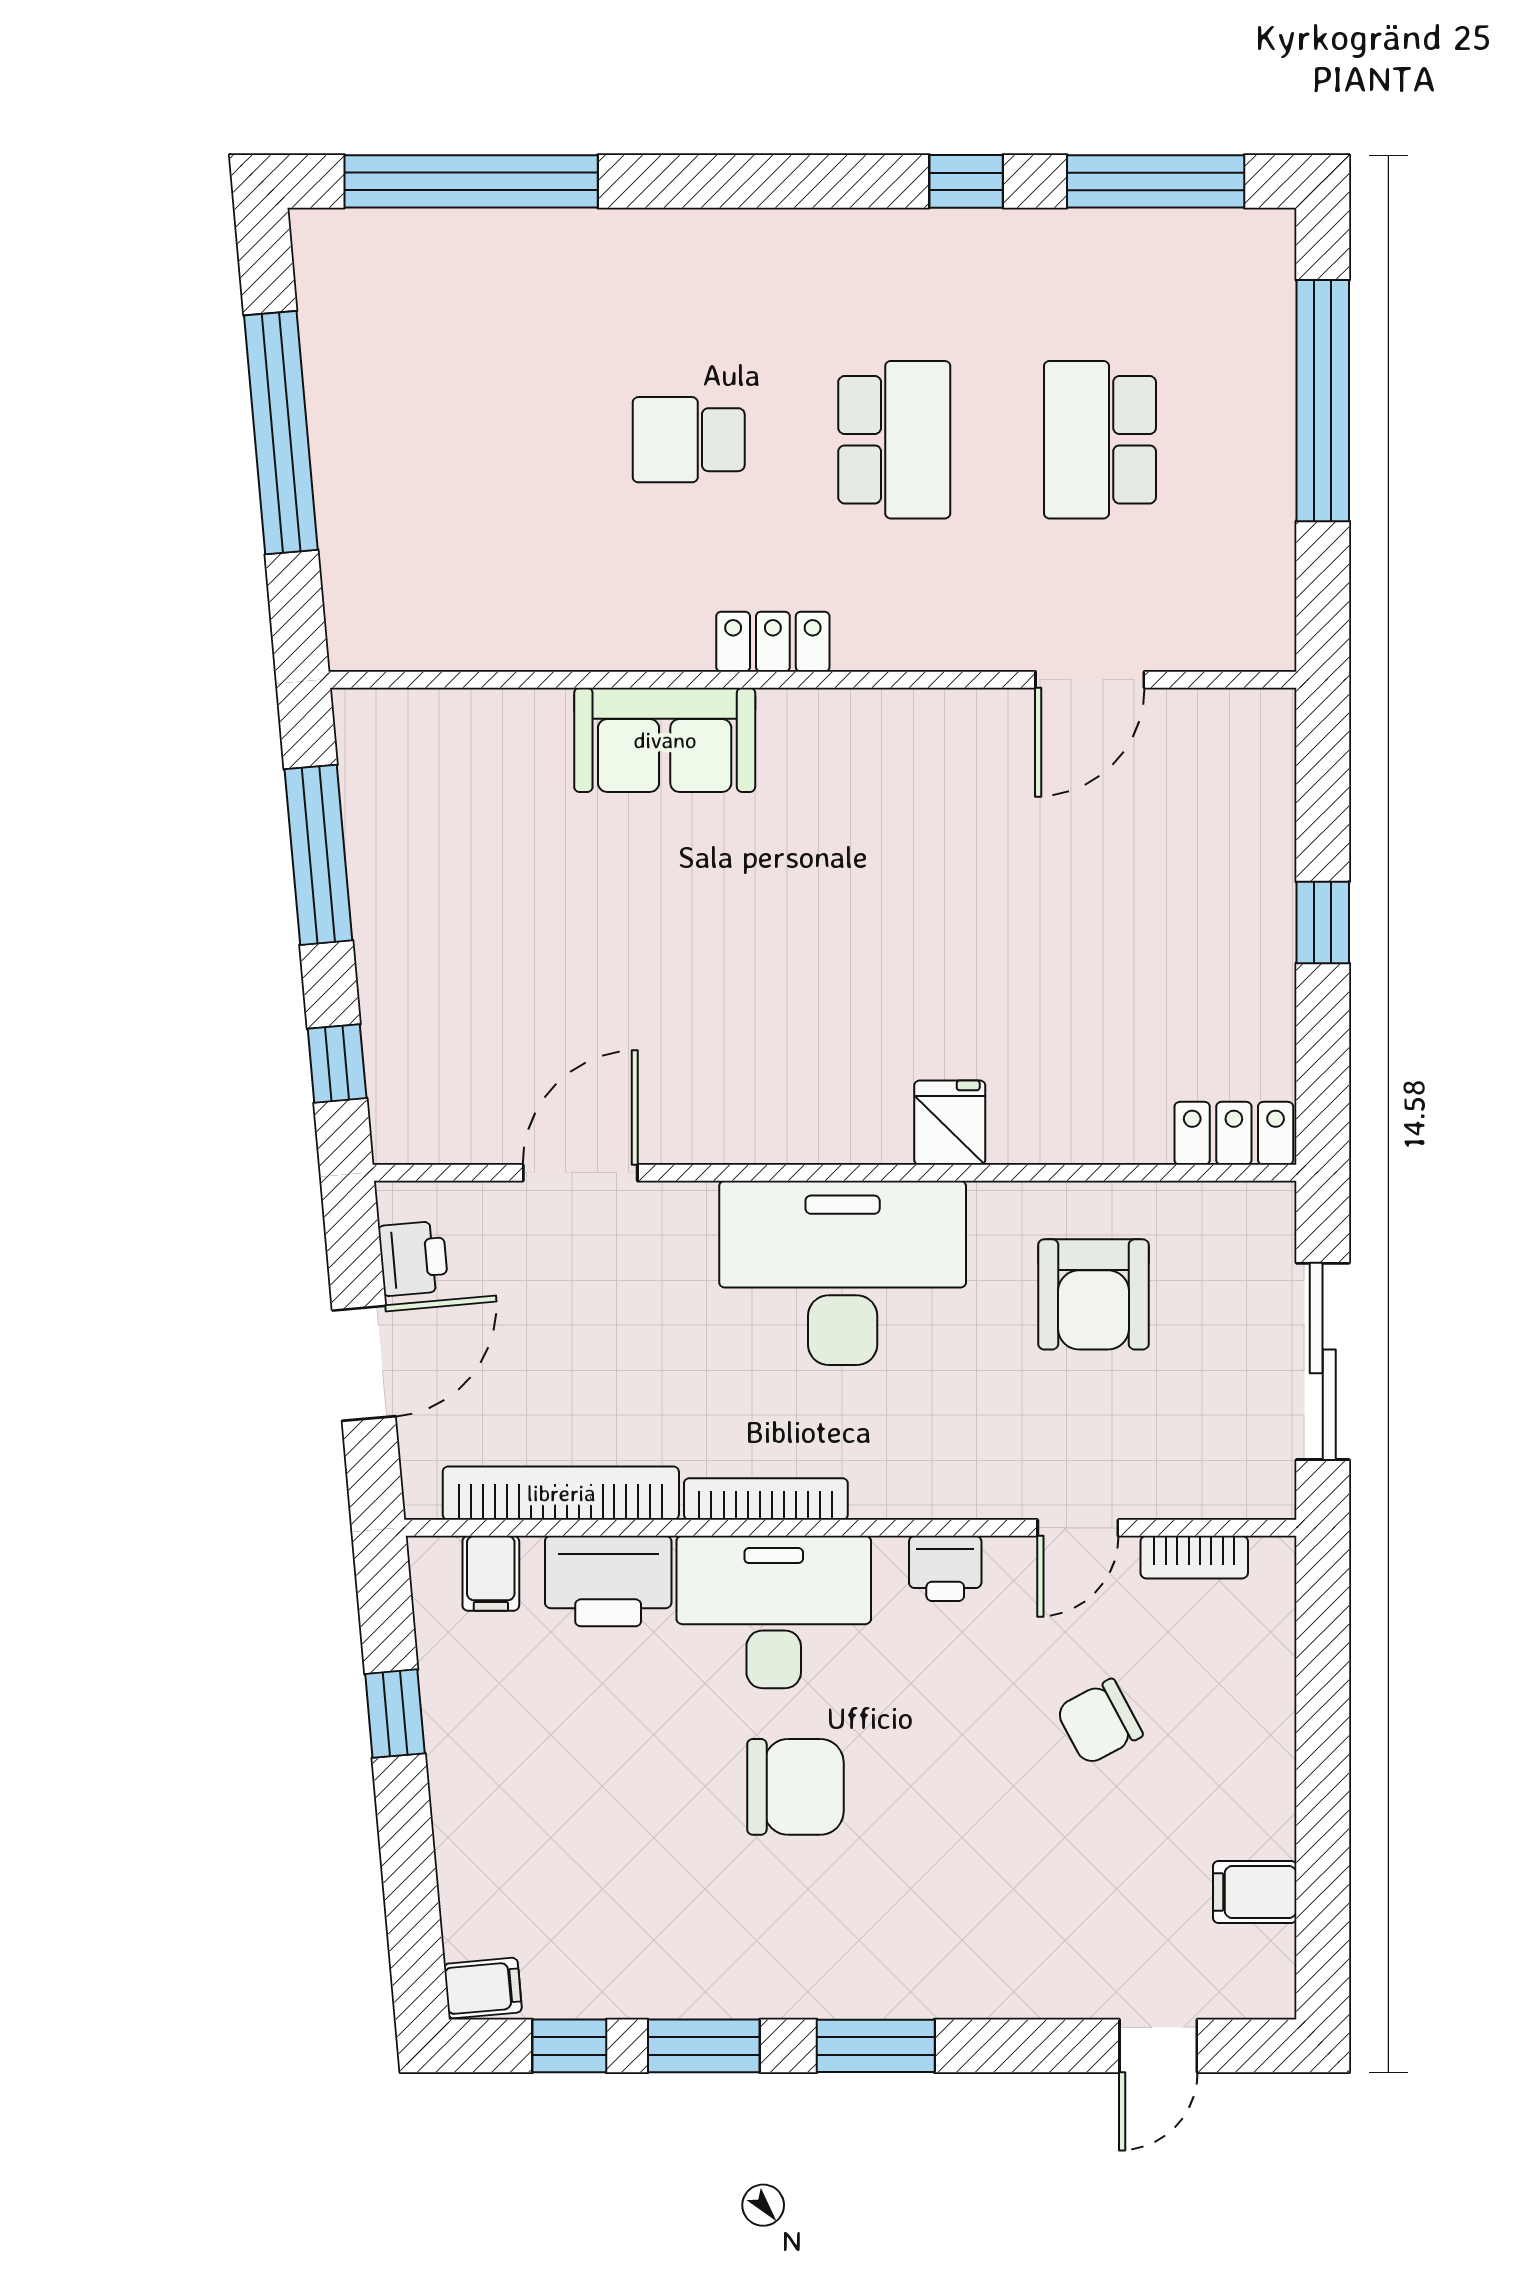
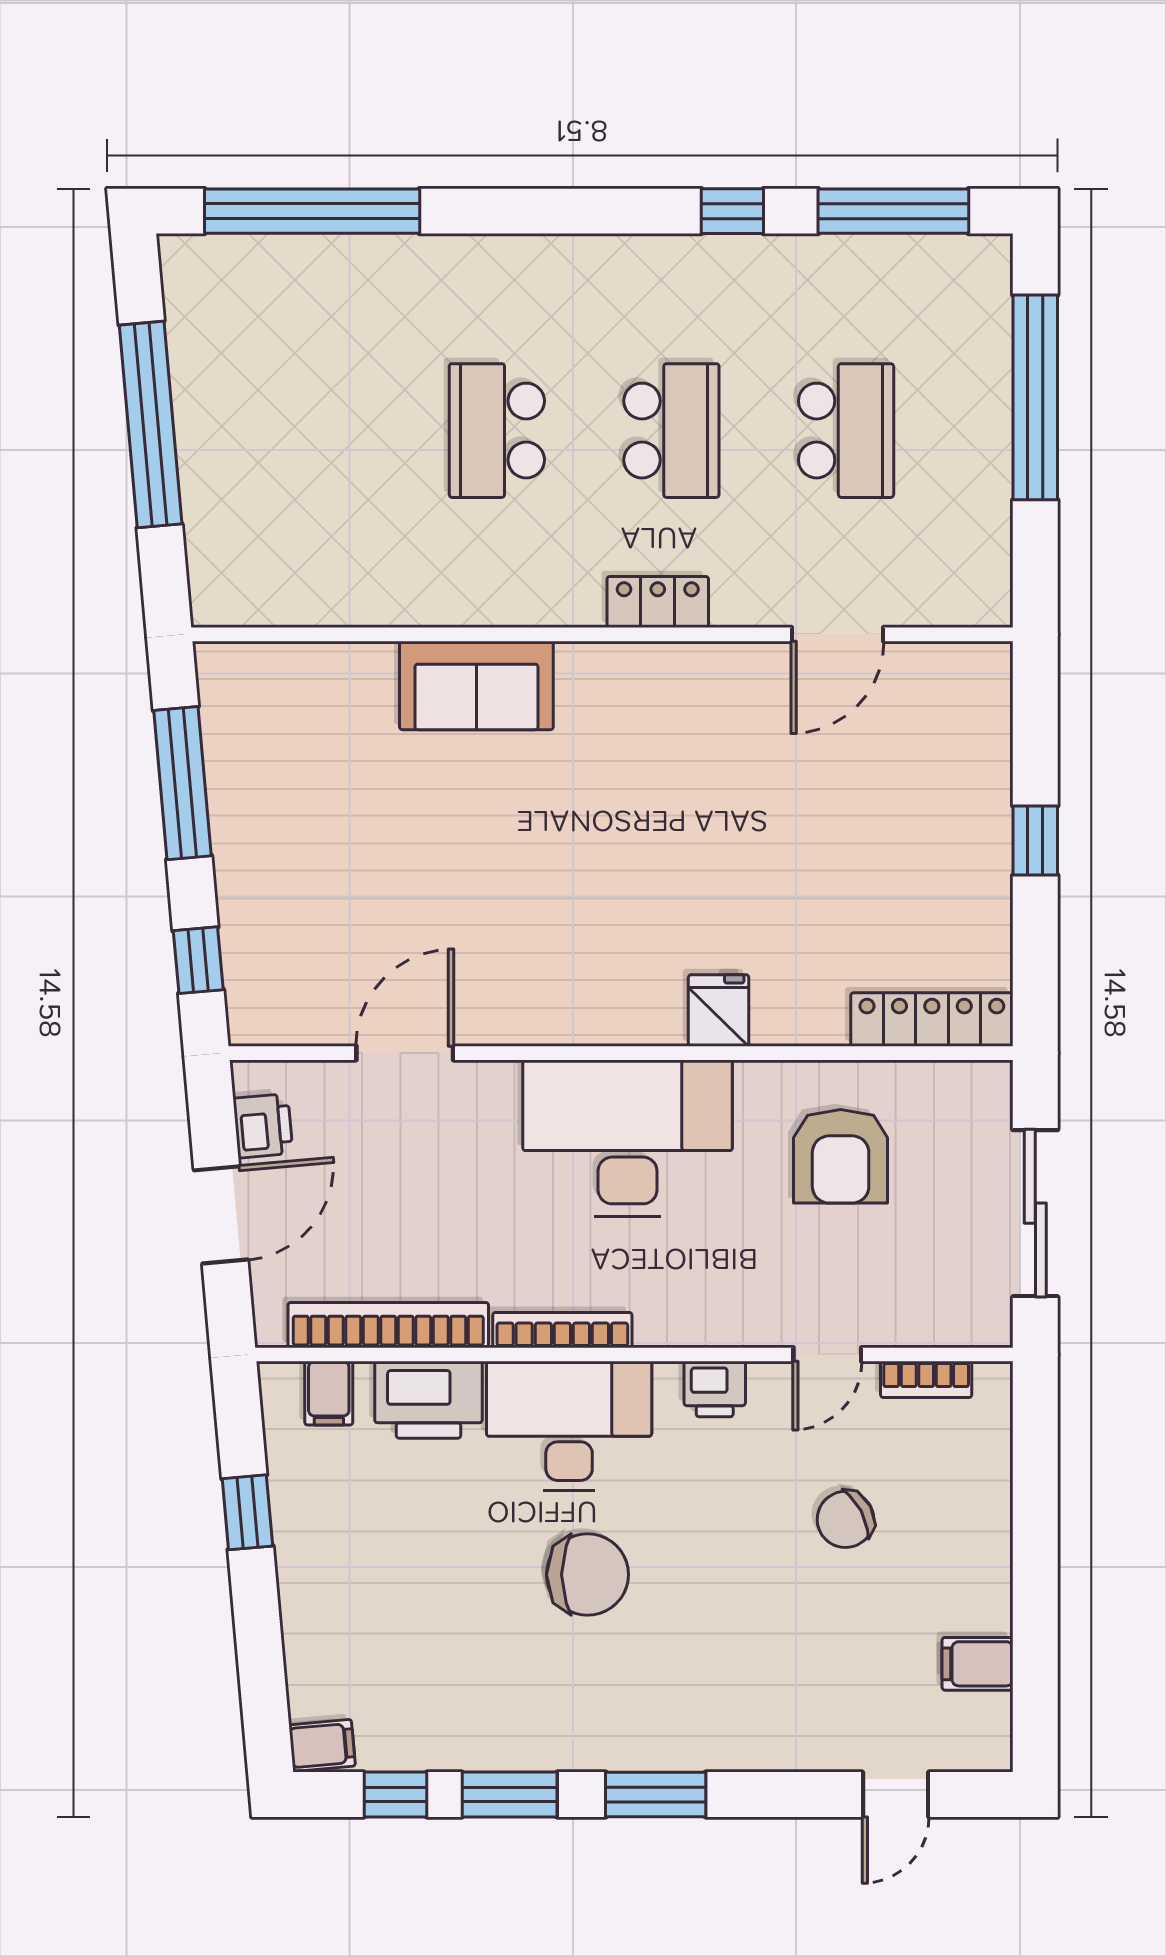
school desk: (689, 440) -> (497, 431), width x1.85
school desk: (1100, 440) -> (846, 431), turned 180
locker: (773, 642) -> (658, 602), moved
locker: (1234, 1133) -> (932, 1020), width x1.53

